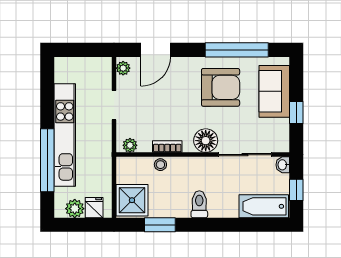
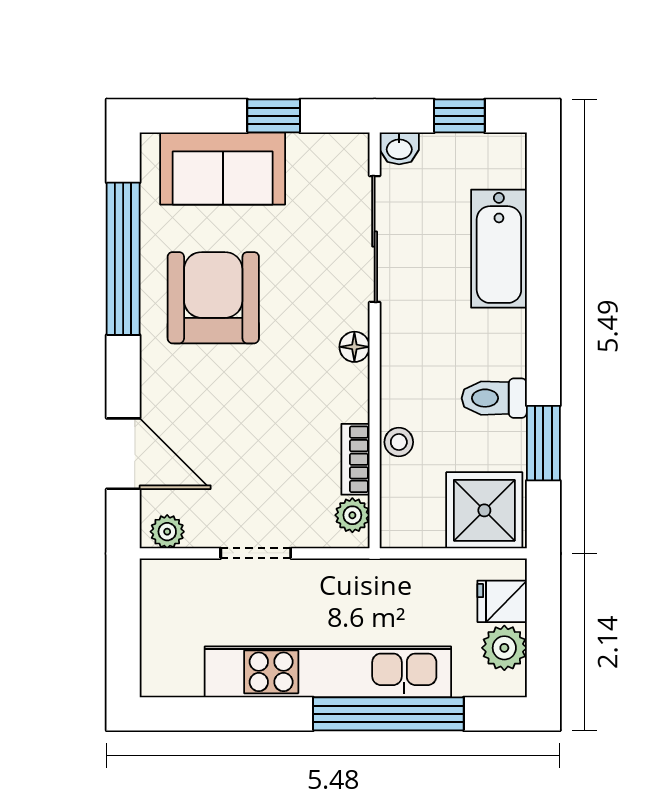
floor lamp: (206, 141) -> (354, 347), width x0.53, depth x0.53
bookcase: (167, 147) -> (355, 459), moved
toilet: (199, 204) -> (494, 398), moved
bathtub: (264, 206) -> (499, 249), moved

